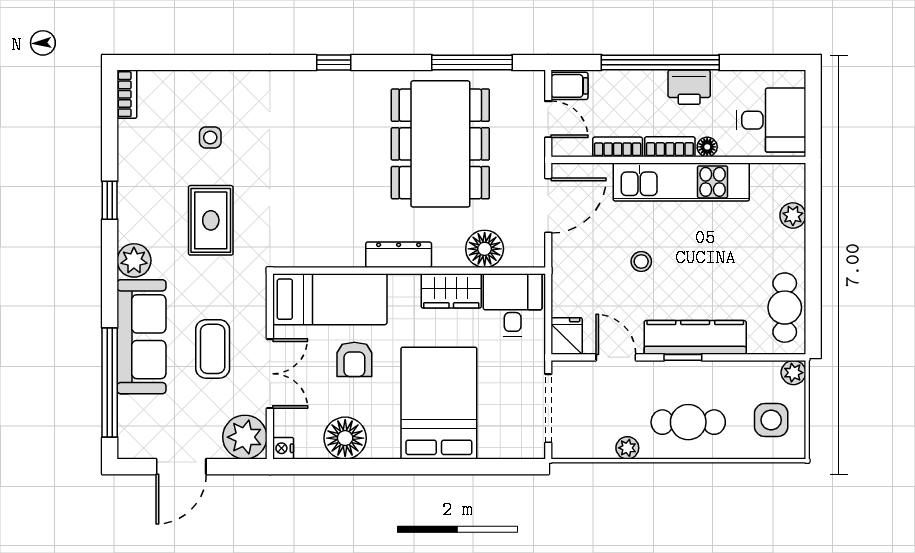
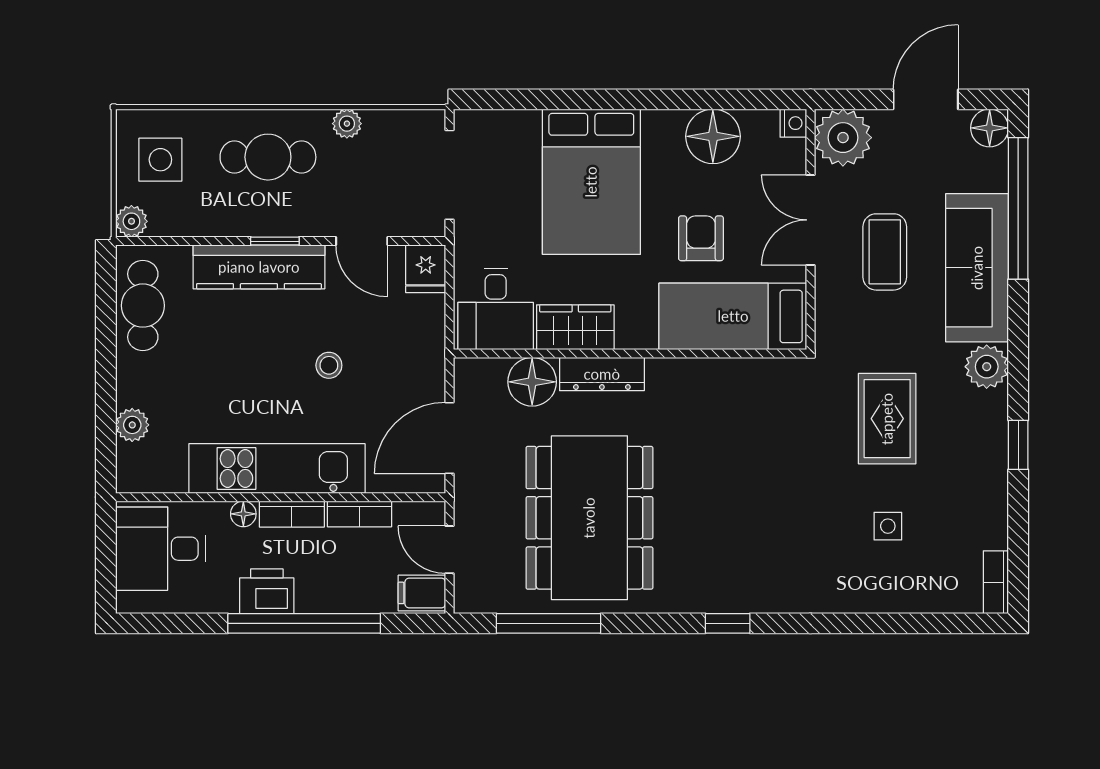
dresser: (399, 255) -> (602, 374), moved
floor lamp: (132, 445) -> (990, 128), added

